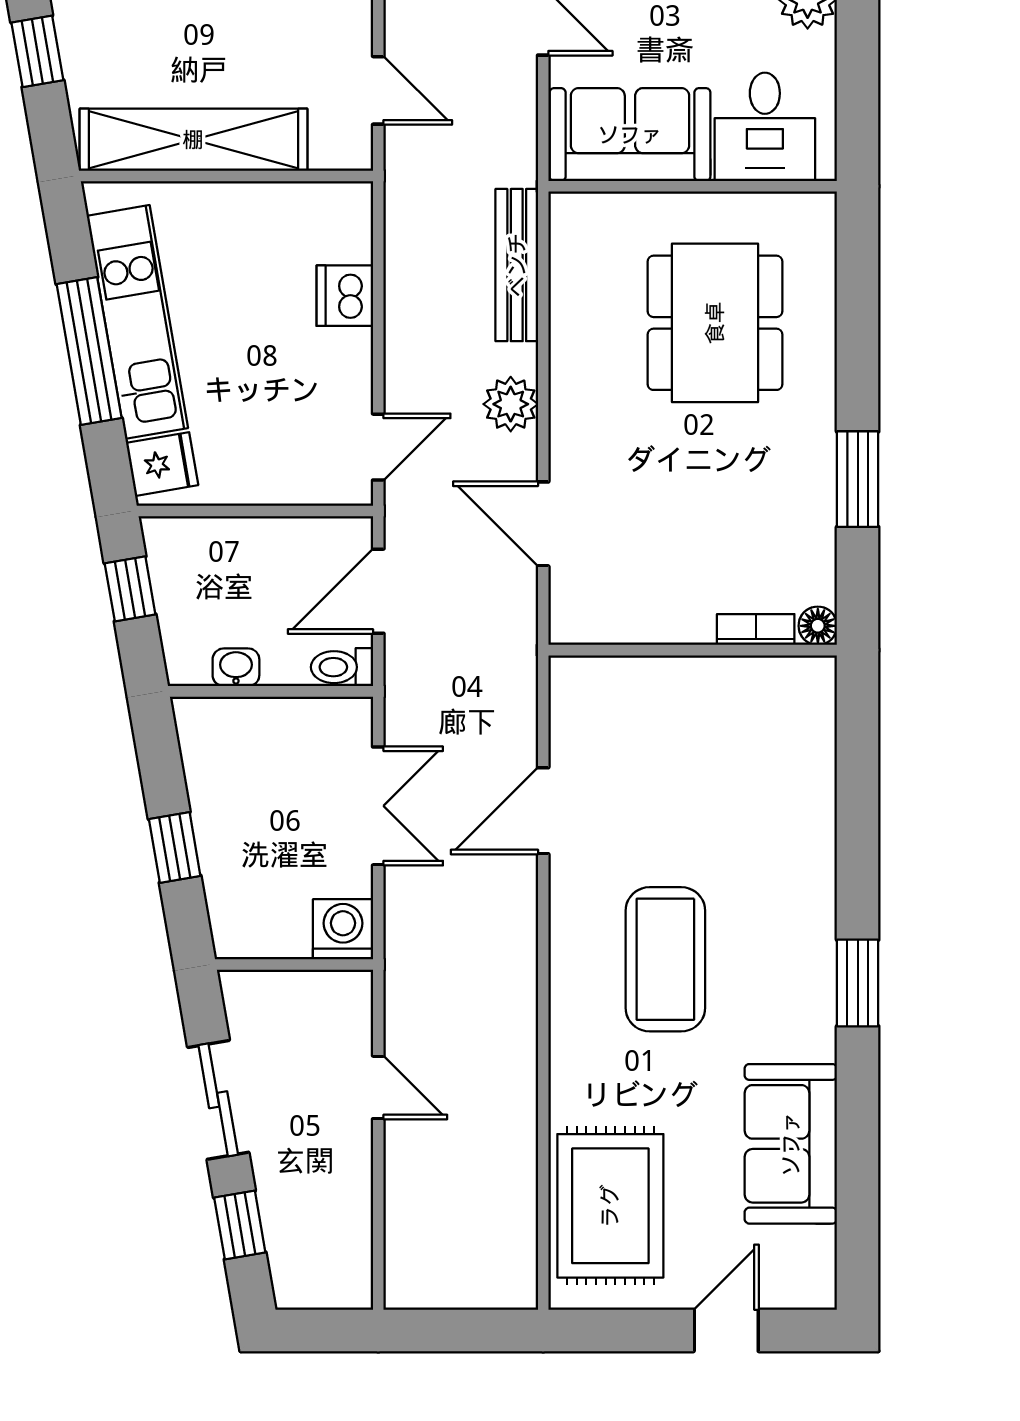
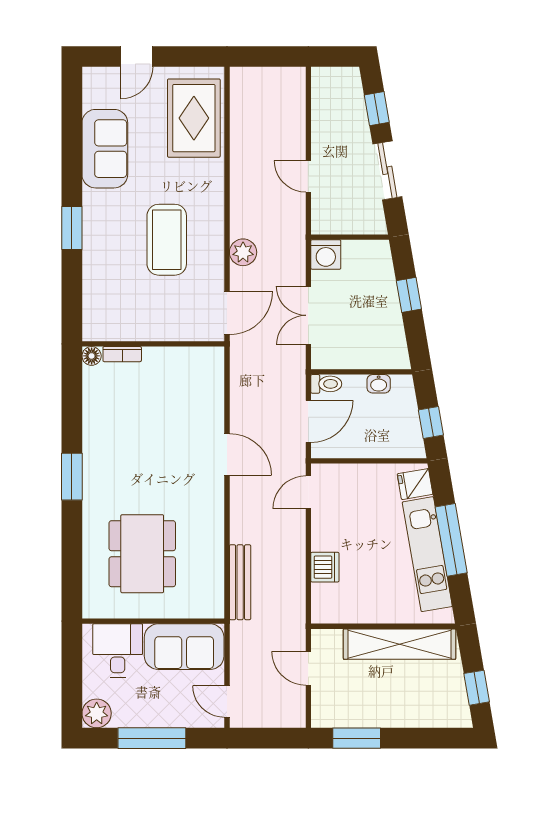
plant: (511, 404) -> (243, 252), moved
floor lamp: (818, 626) -> (92, 356), moved
bookcase: (756, 629) -> (122, 354), moved
wall: (693, 650) -> (153, 344), moved

